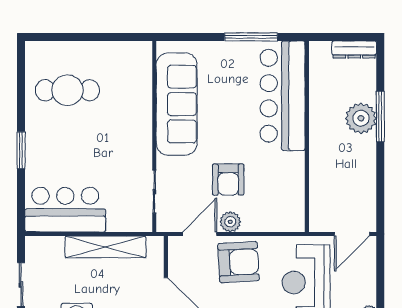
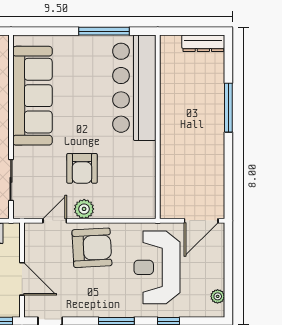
plant: (361, 118) -> (210, 109), removed
door: (200, 234) -> (55, 221), width x0.73

